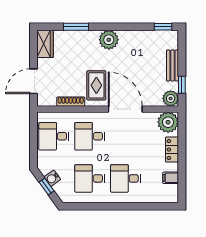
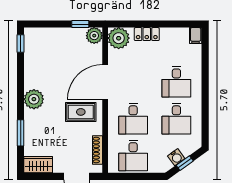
bench: (172, 65) -> (60, 34), removed
shoe rack: (71, 102) -> (97, 150), moved
filing cabinet: (171, 178) -> (196, 35), moved

